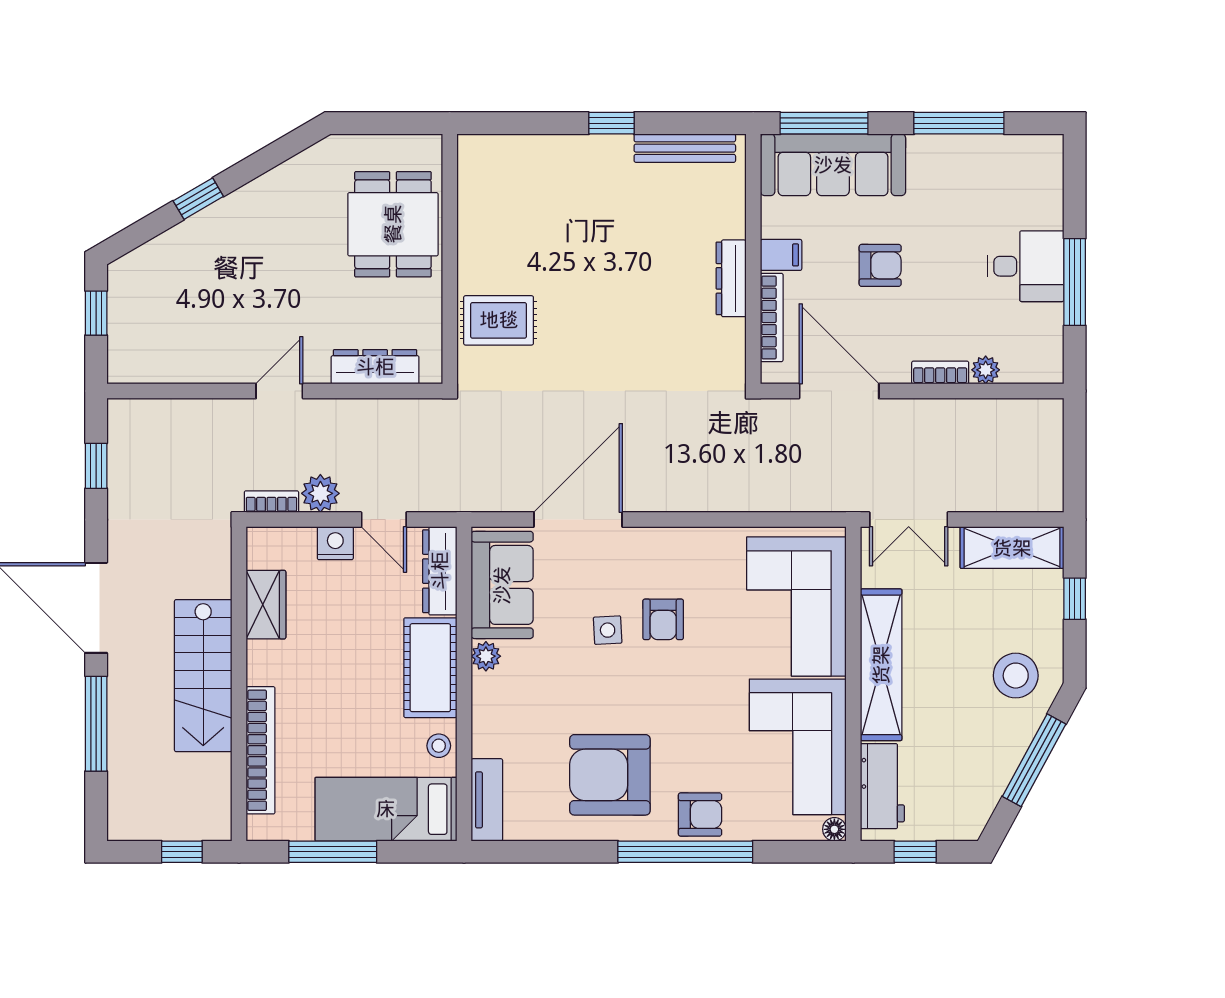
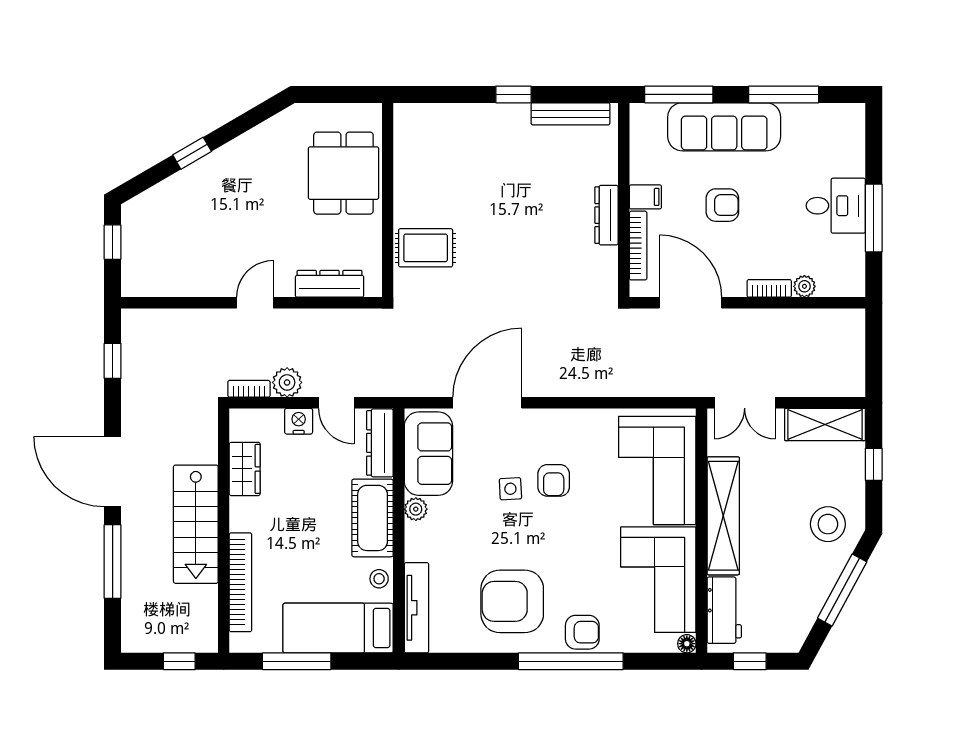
sofa: (833, 165) -> (724, 127), moved
tv unit: (487, 800) -> (416, 608), width x1.41

